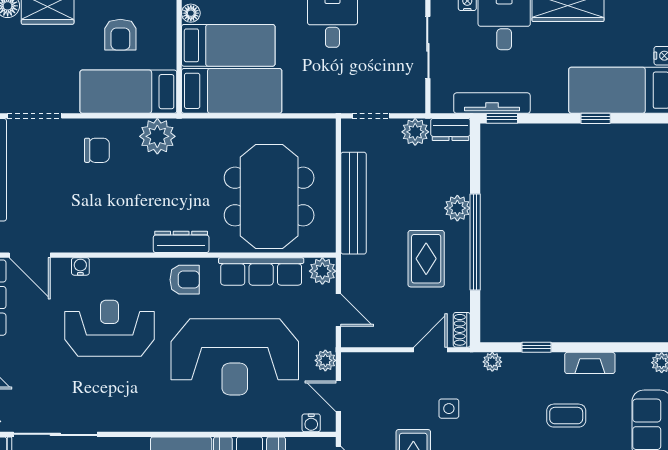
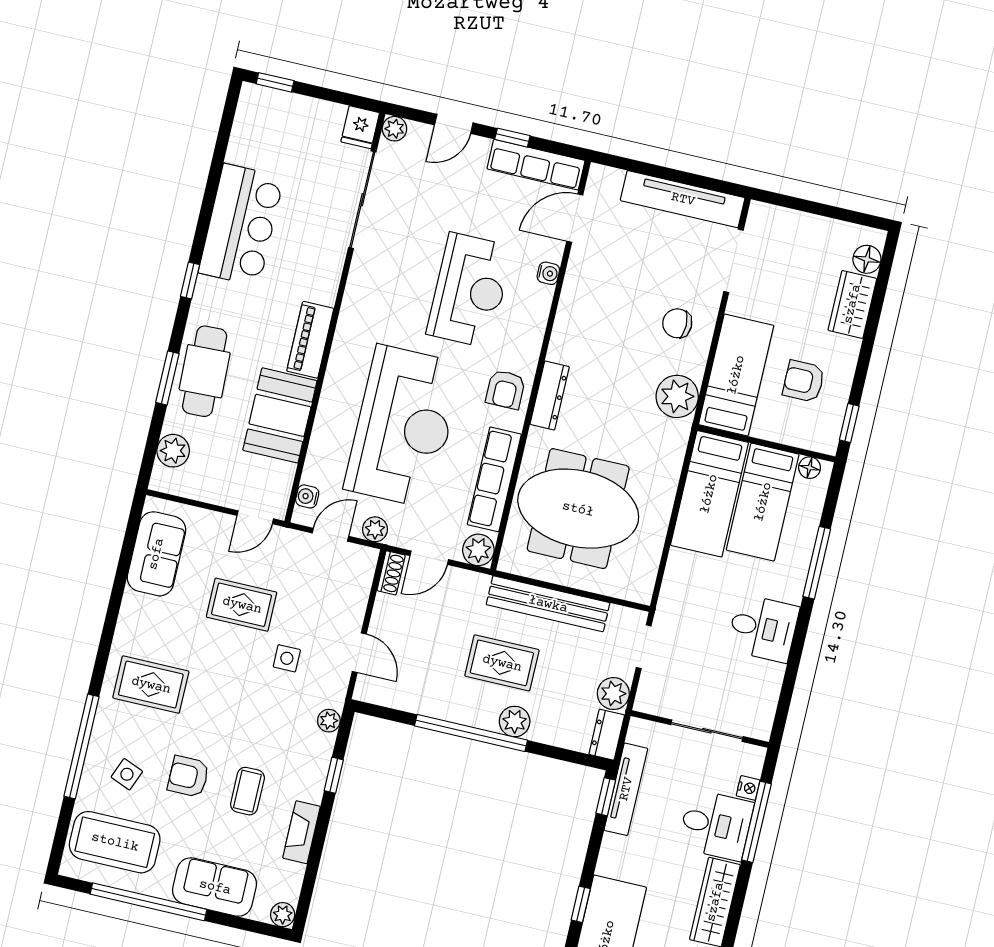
chair: (97, 150) -> (677, 323), turned 90
rug: (426, 259) -> (502, 663), moved
shoe rack: (462, 330) -> (391, 573), moved, turned 90
reception desk: (235, 357) -> (403, 426), turned 180

